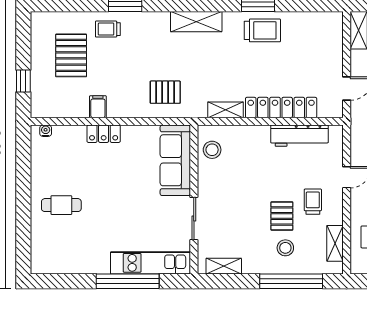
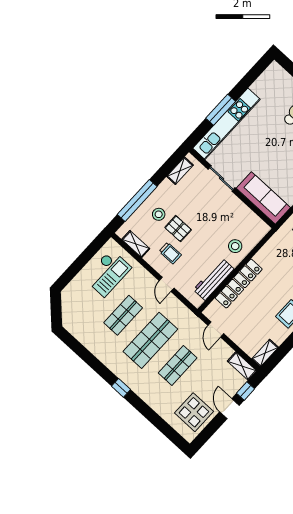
shelving: (225, 110) -> (265, 353), moved
stool: (212, 150) -> (235, 246), moved
kitchen unit: (150, 263) -> (226, 124), width x1.36
window: (128, 281) -> (221, 110), width x0.68

